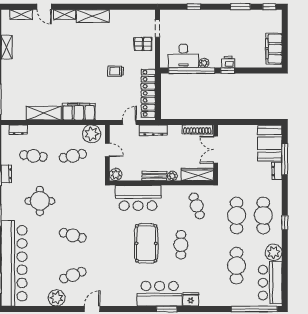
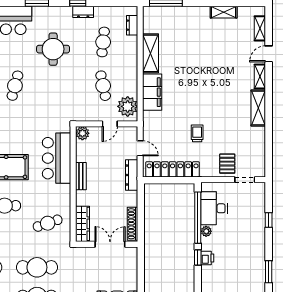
plant: (172, 176) -> (81, 196), removed

